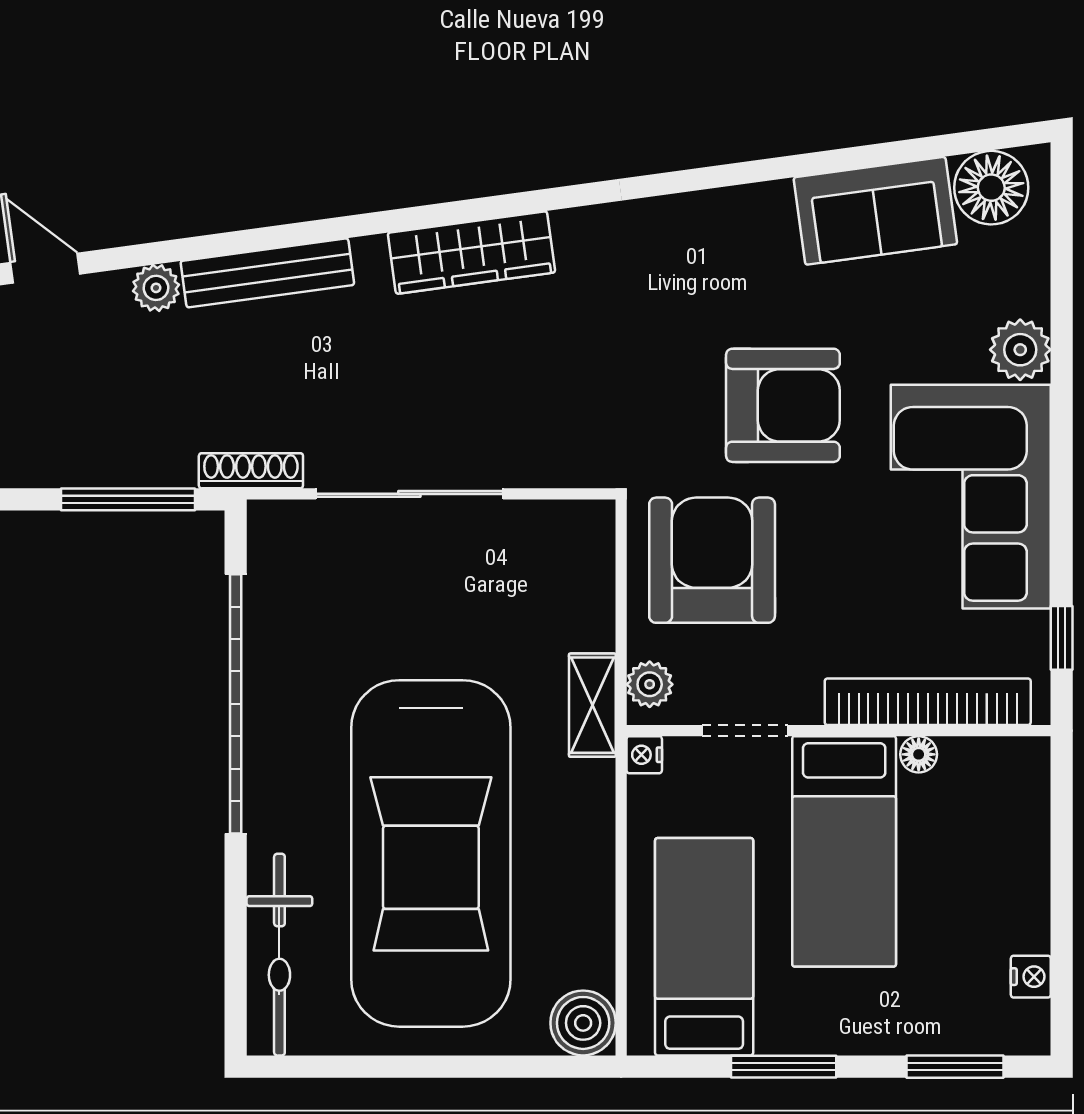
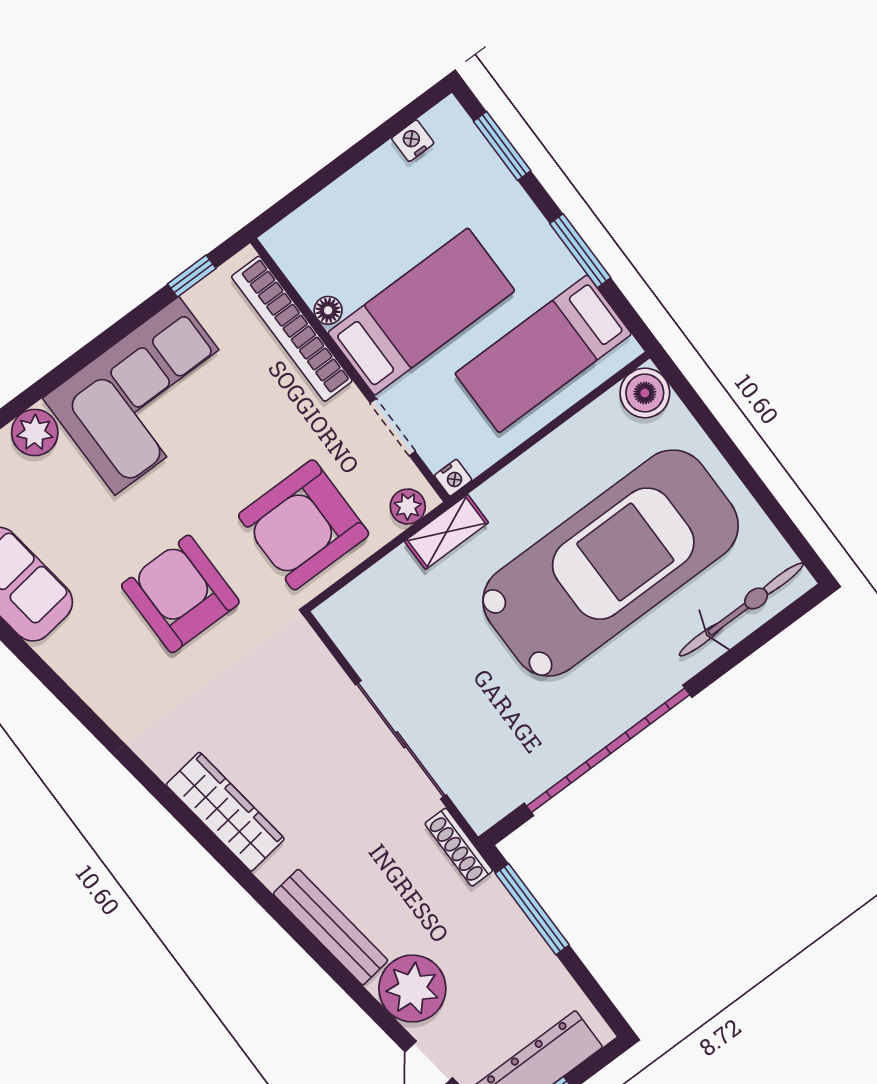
plant: (156, 288) -> (412, 989), width x1.87, depth x1.87
armchair: (783, 405) -> (180, 594), moved

